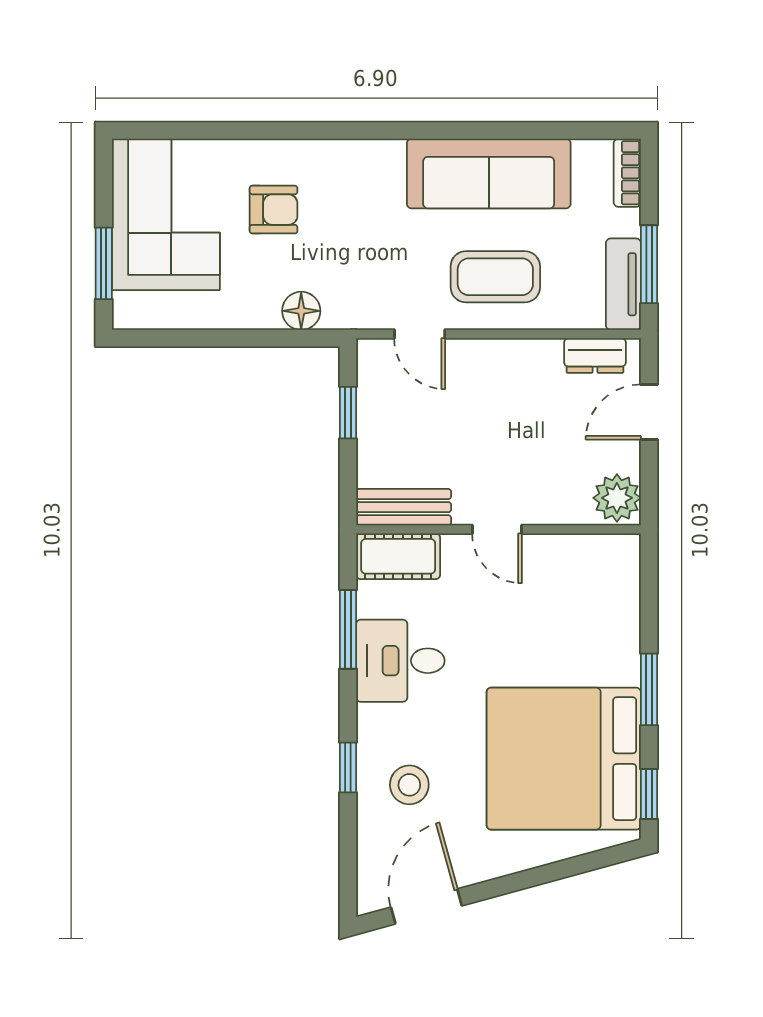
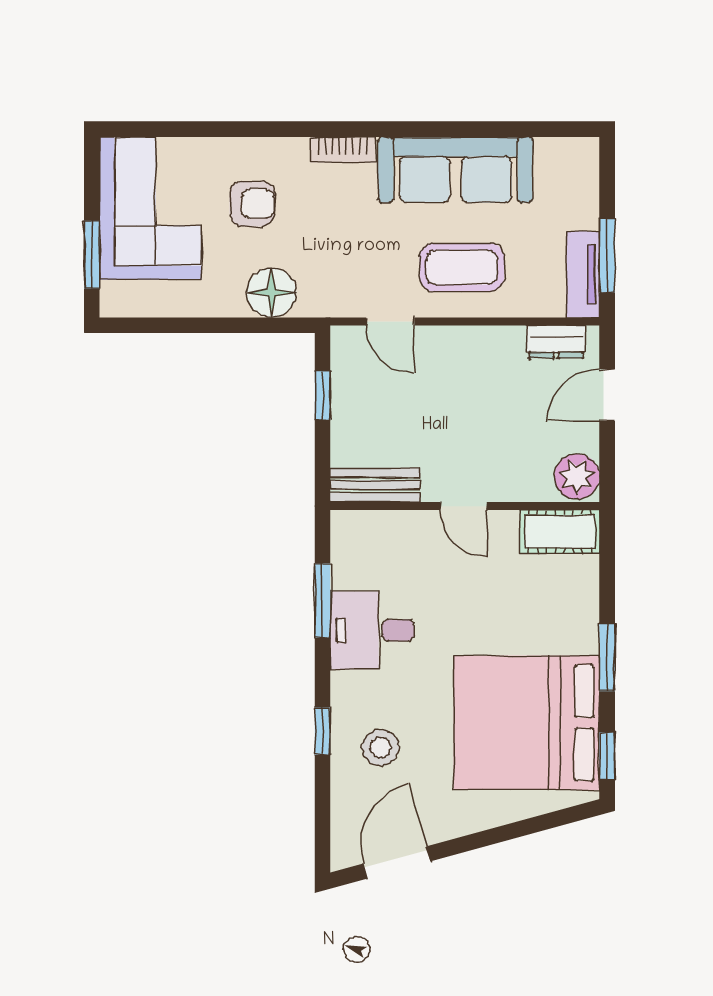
bookcase: (627, 173) -> (343, 150), moved, turned -90
floor lamp: (301, 311) -> (272, 293), width x1.38, depth x1.38
cot: (398, 556) -> (560, 532), moved

